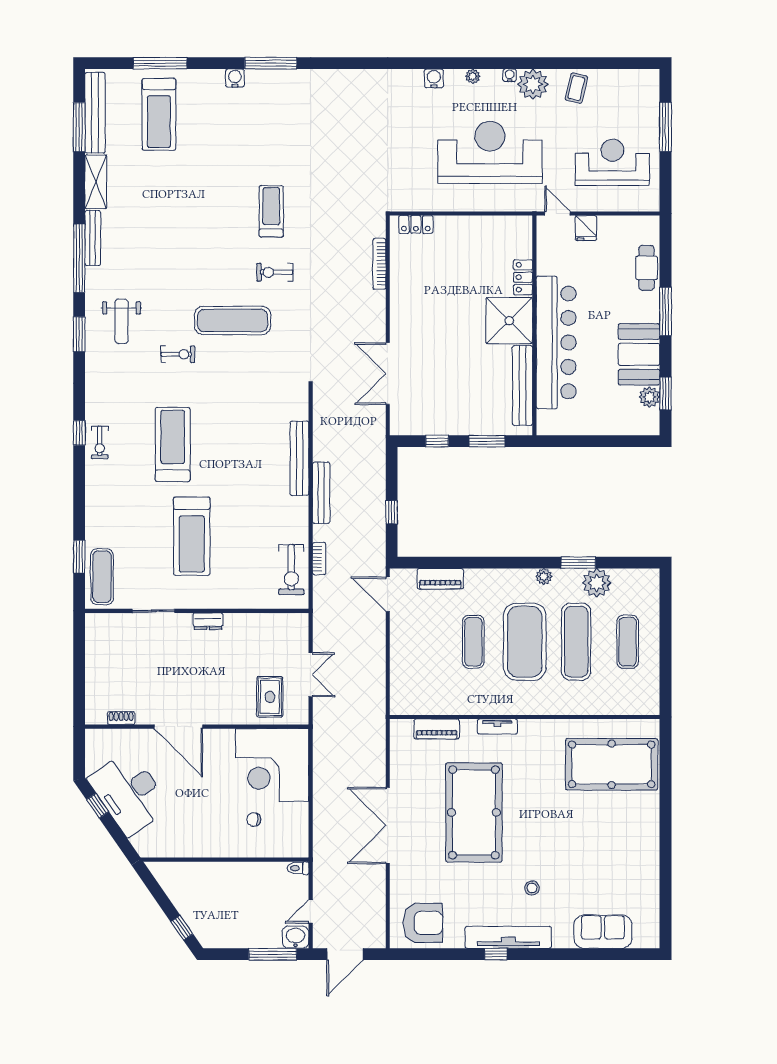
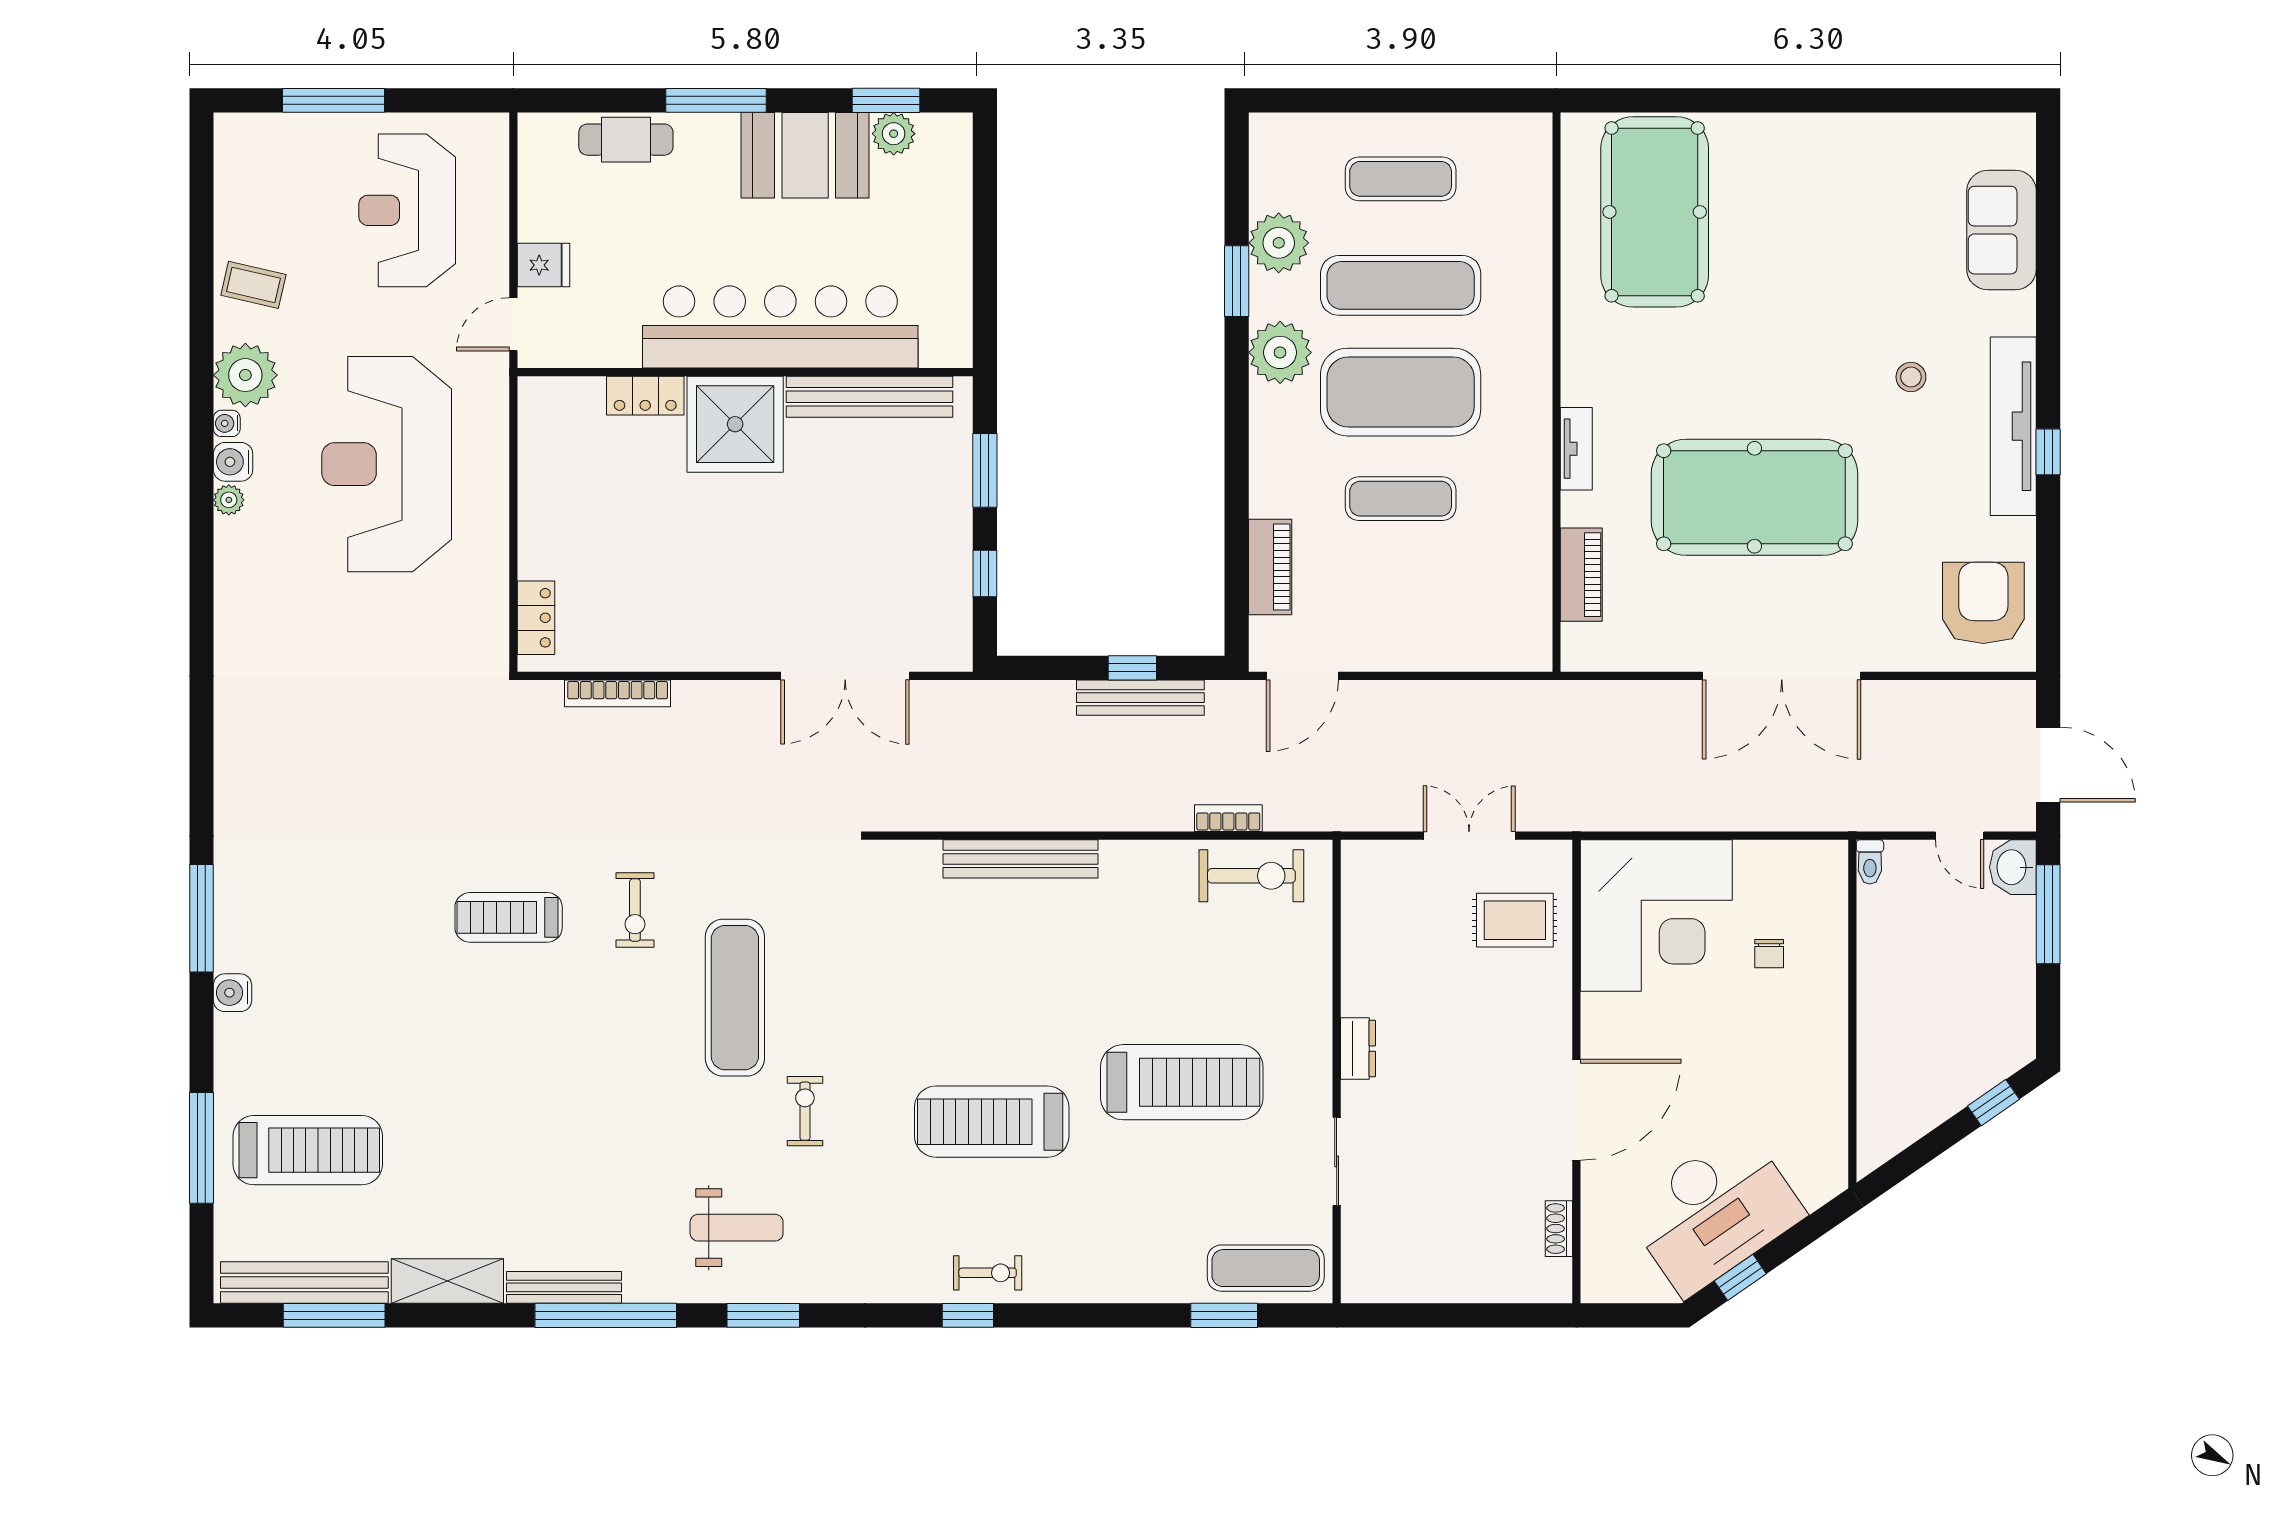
water cooler: (434, 78) -> (233, 462), moved
bench: (321, 493) -> (1140, 698), moved
plant: (544, 576) -> (1280, 352), width x1.88, depth x1.88

